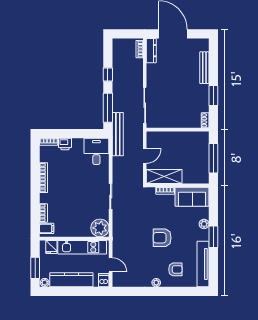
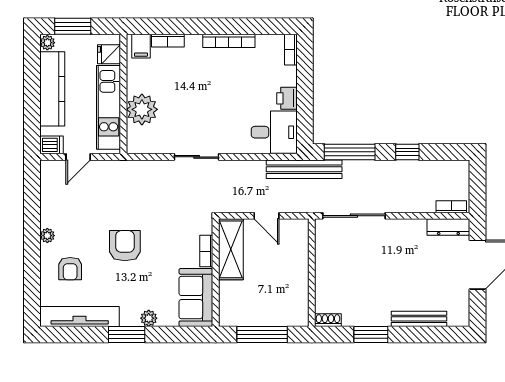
printer: (65, 144) -> (287, 98), moved
plant: (100, 228) -> (142, 109), moved

